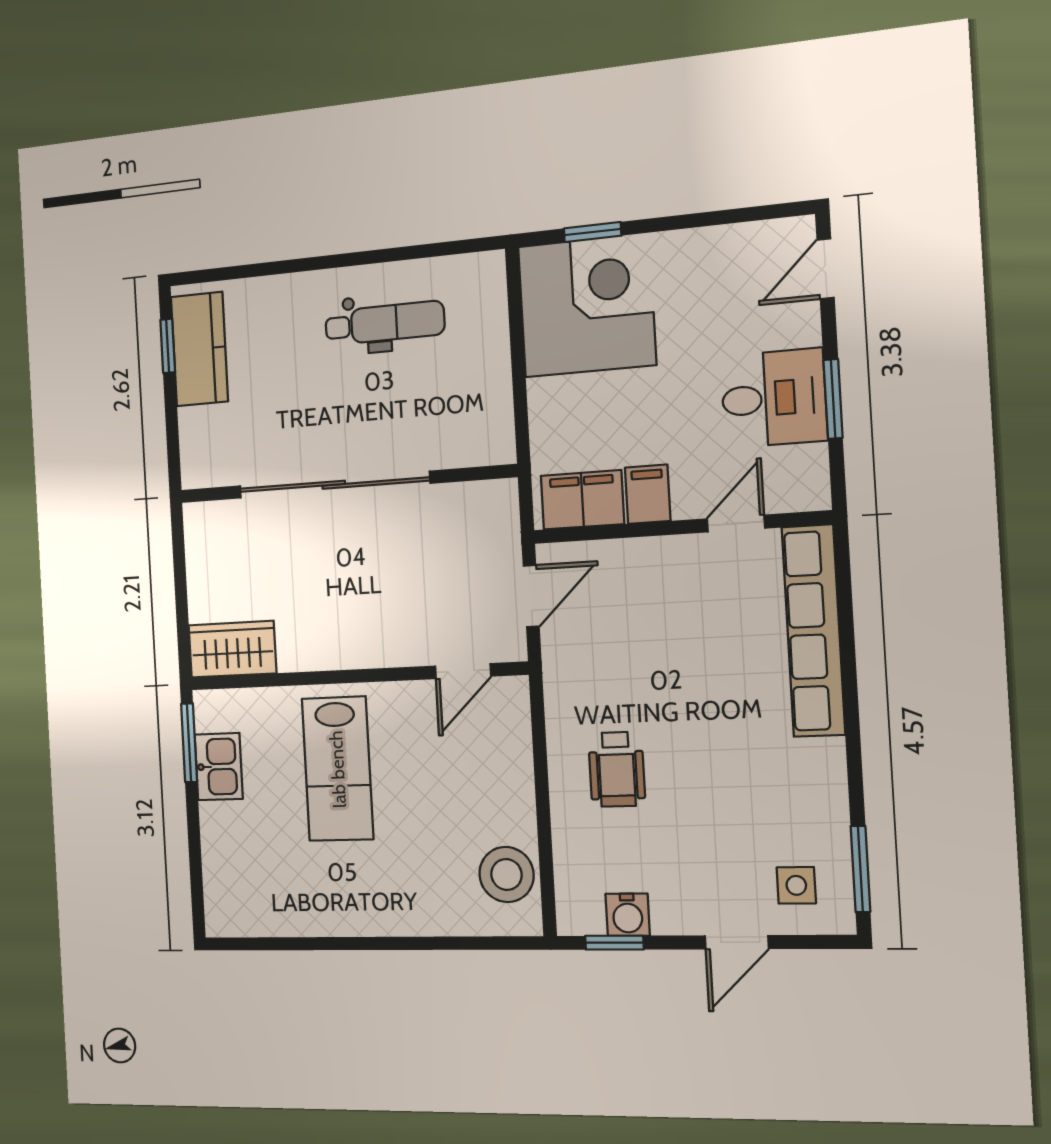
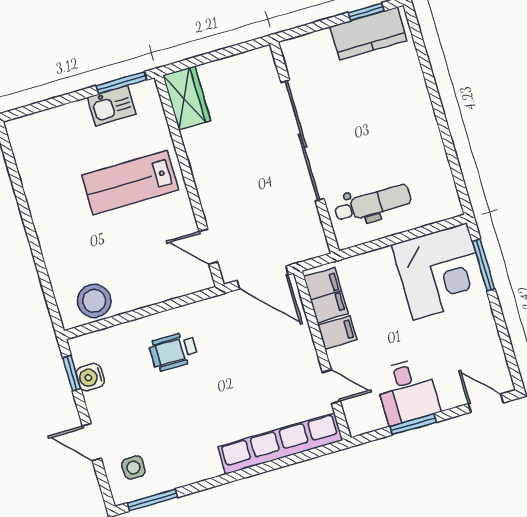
window: (593, 232) -> (484, 265), width x1.50
dental chair: (385, 323) -> (373, 204), moved, turned -90
door: (531, 596) -> (263, 278), width x1.38

